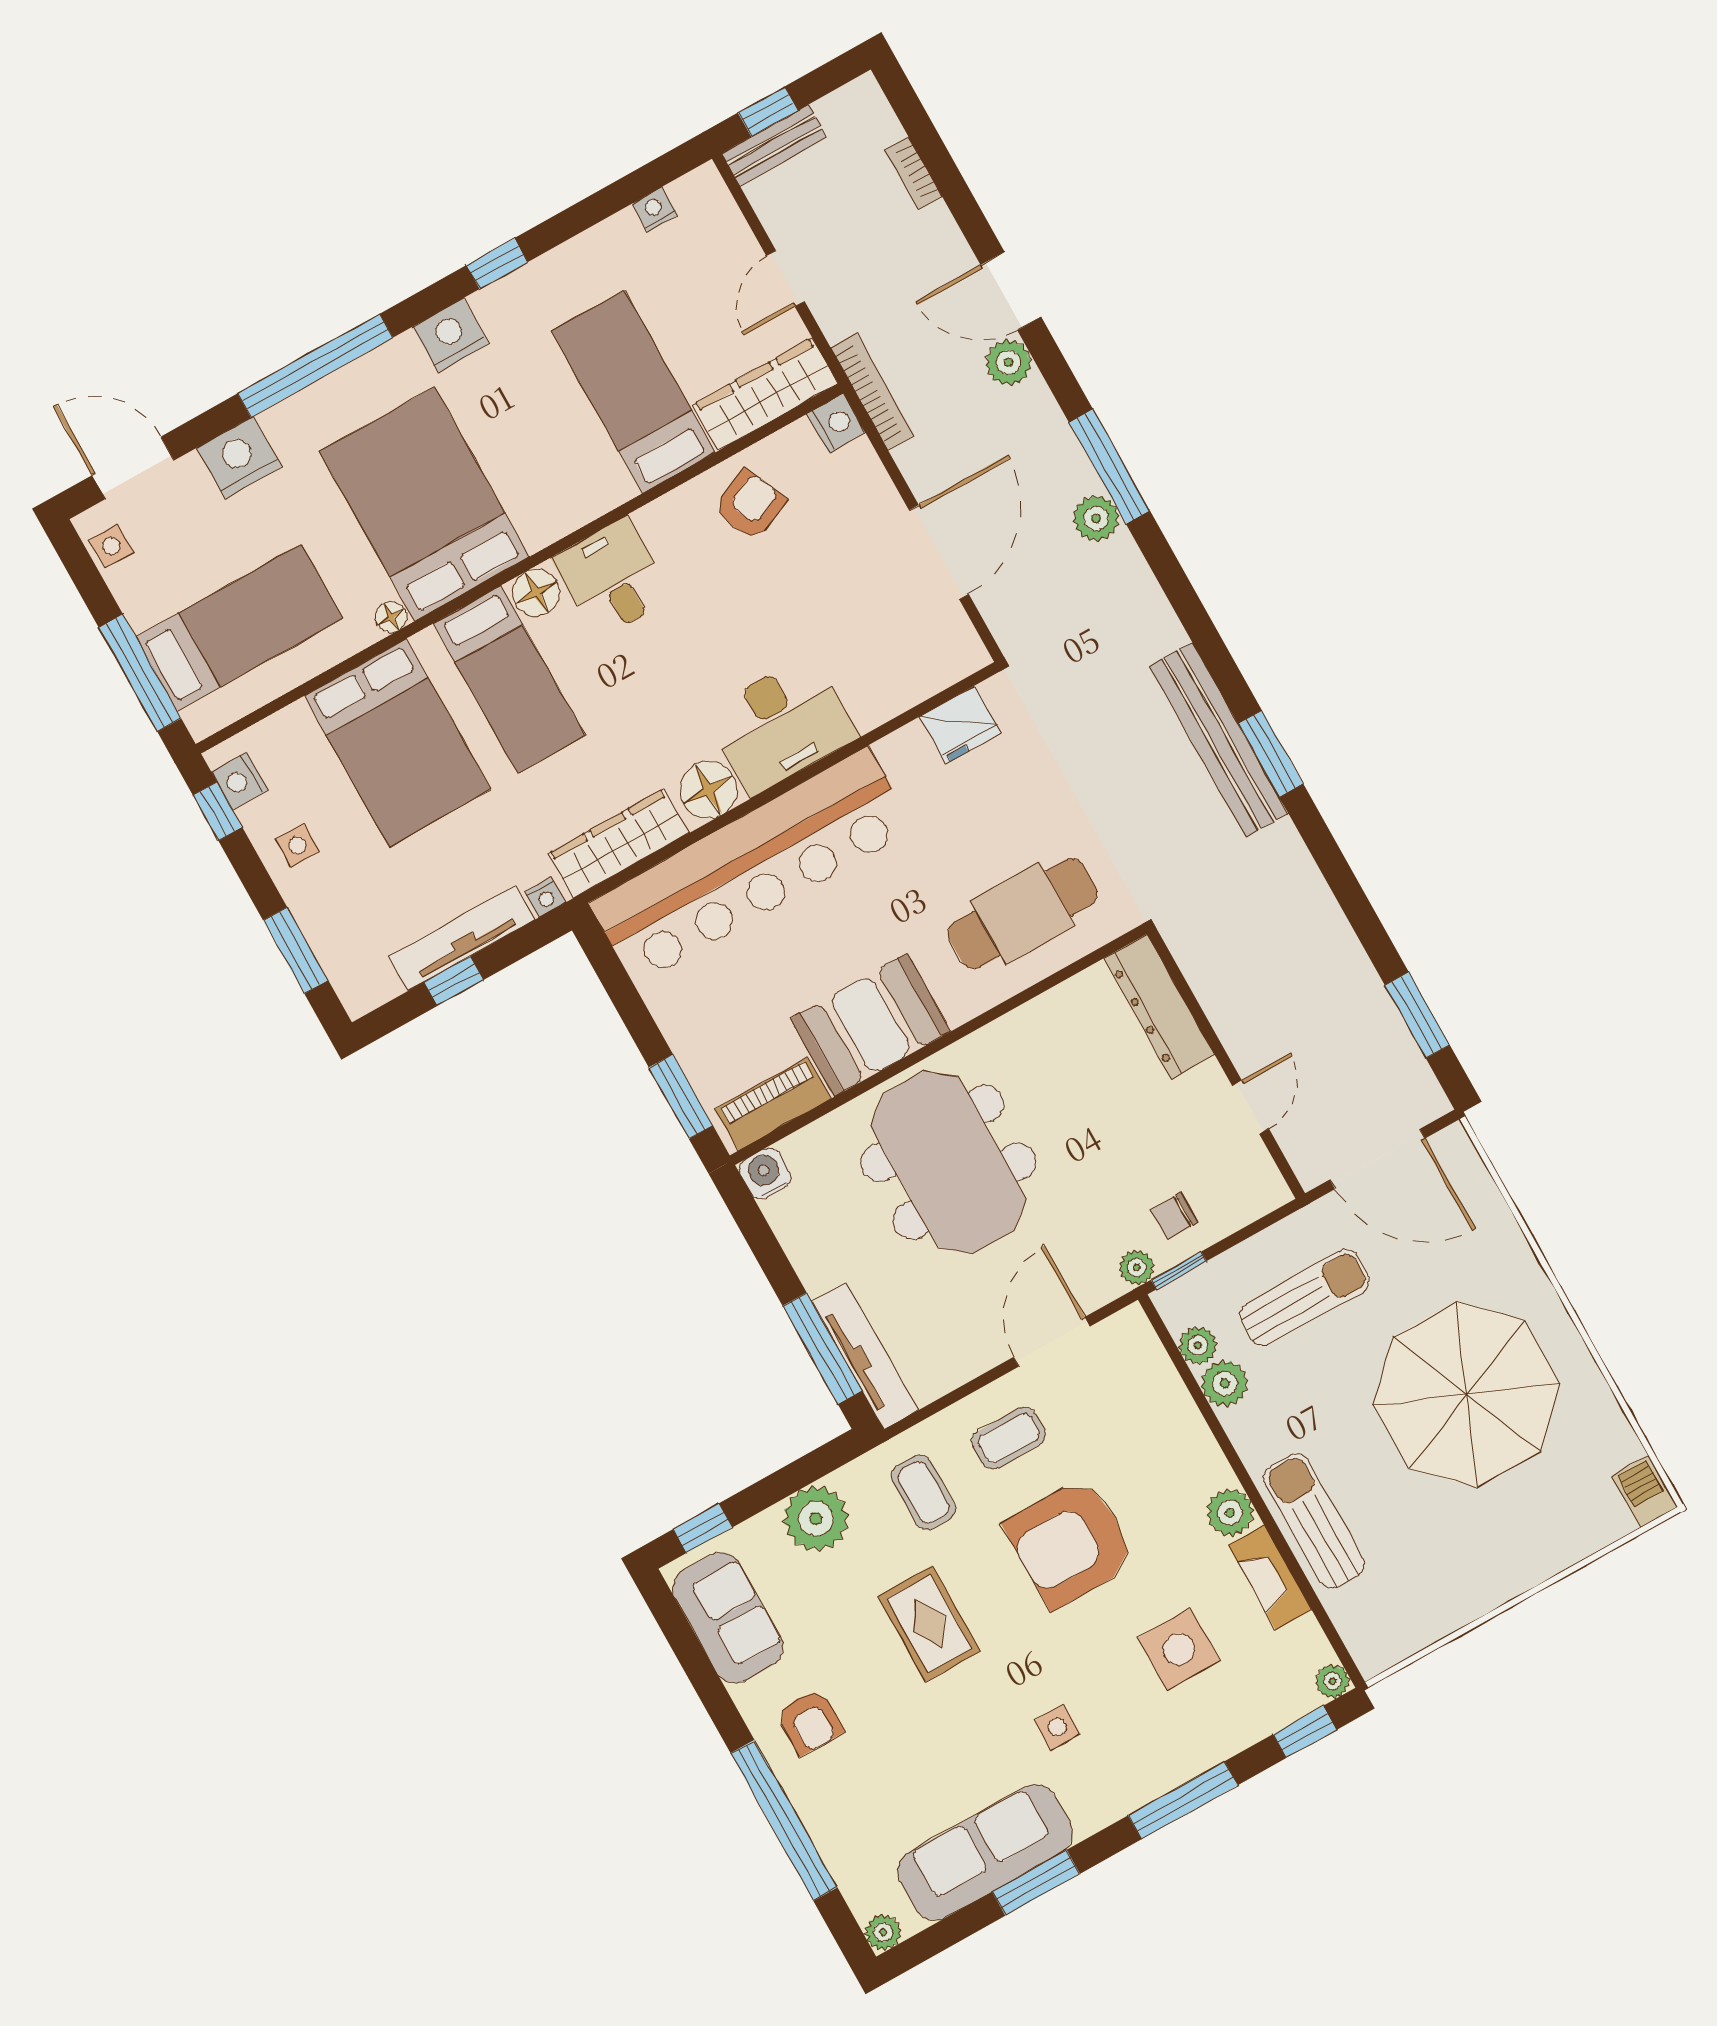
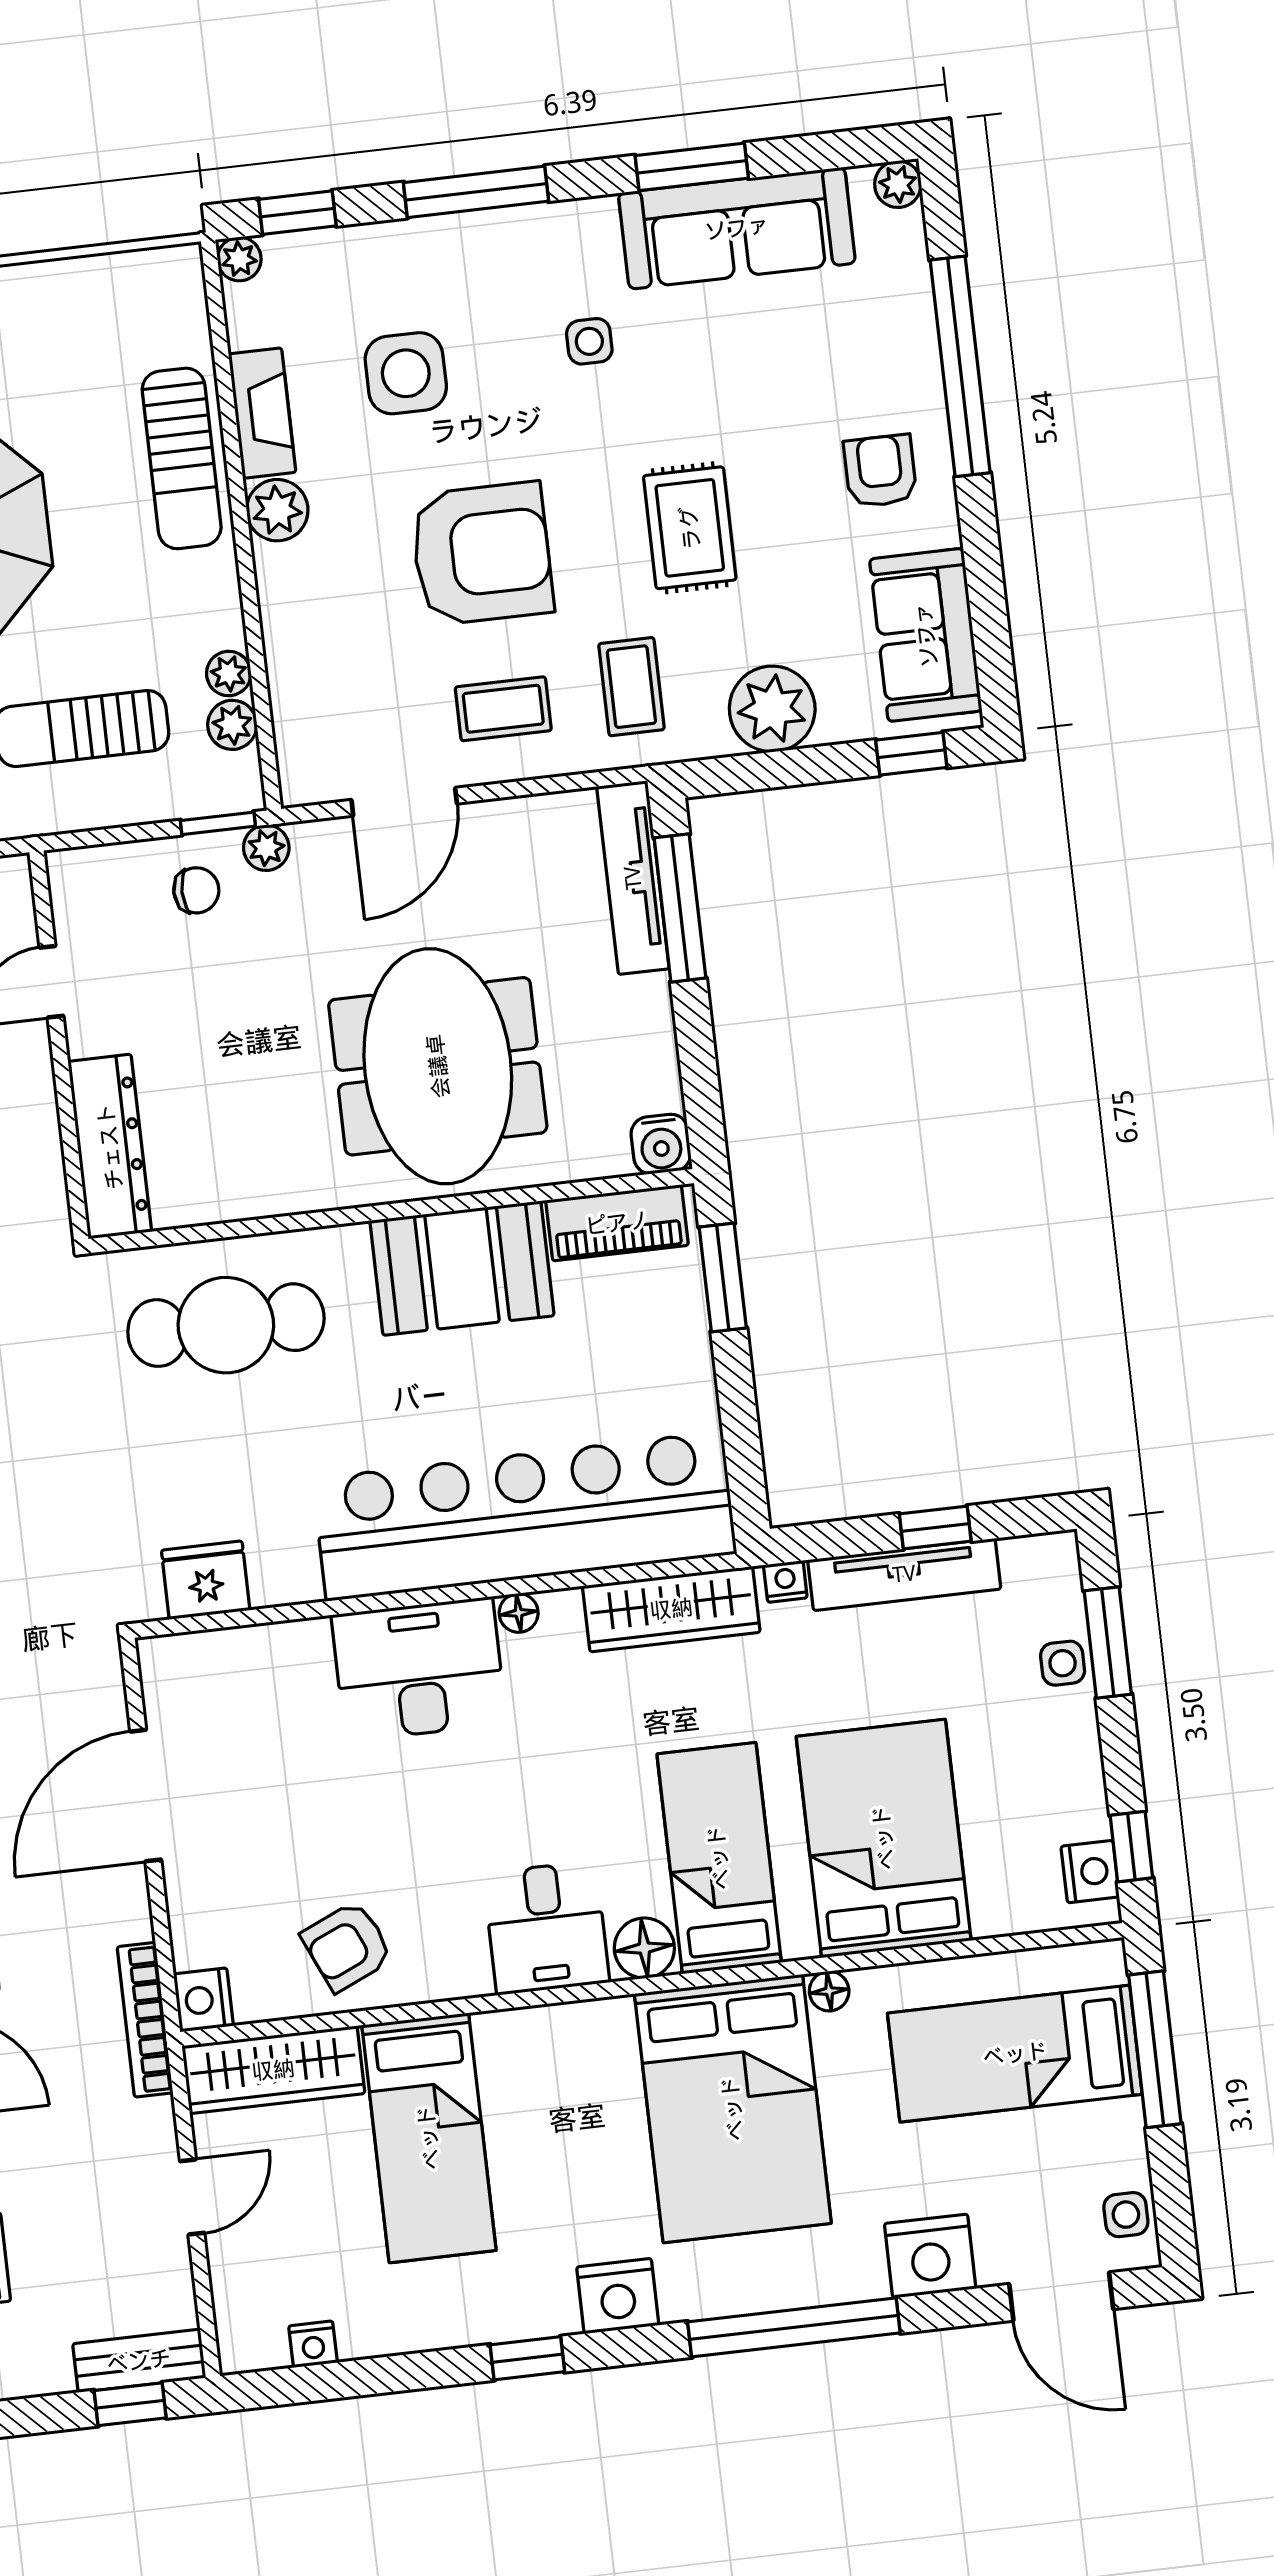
floor lamp: (708, 790) -> (519, 1613), width x0.53, depth x0.53
side table: (298, 845) -> (1063, 1663), moved
plant: (1225, 1384) -> (229, 673), width x0.73, depth x0.73

